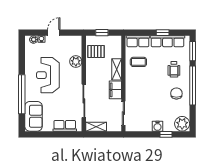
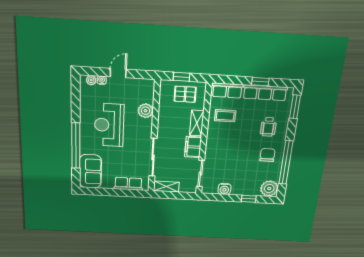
pallet: (96, 52) -> (185, 94), moved
window: (193, 86) -> (286, 163), moved
water cooler: (157, 126) -> (224, 189), moved

